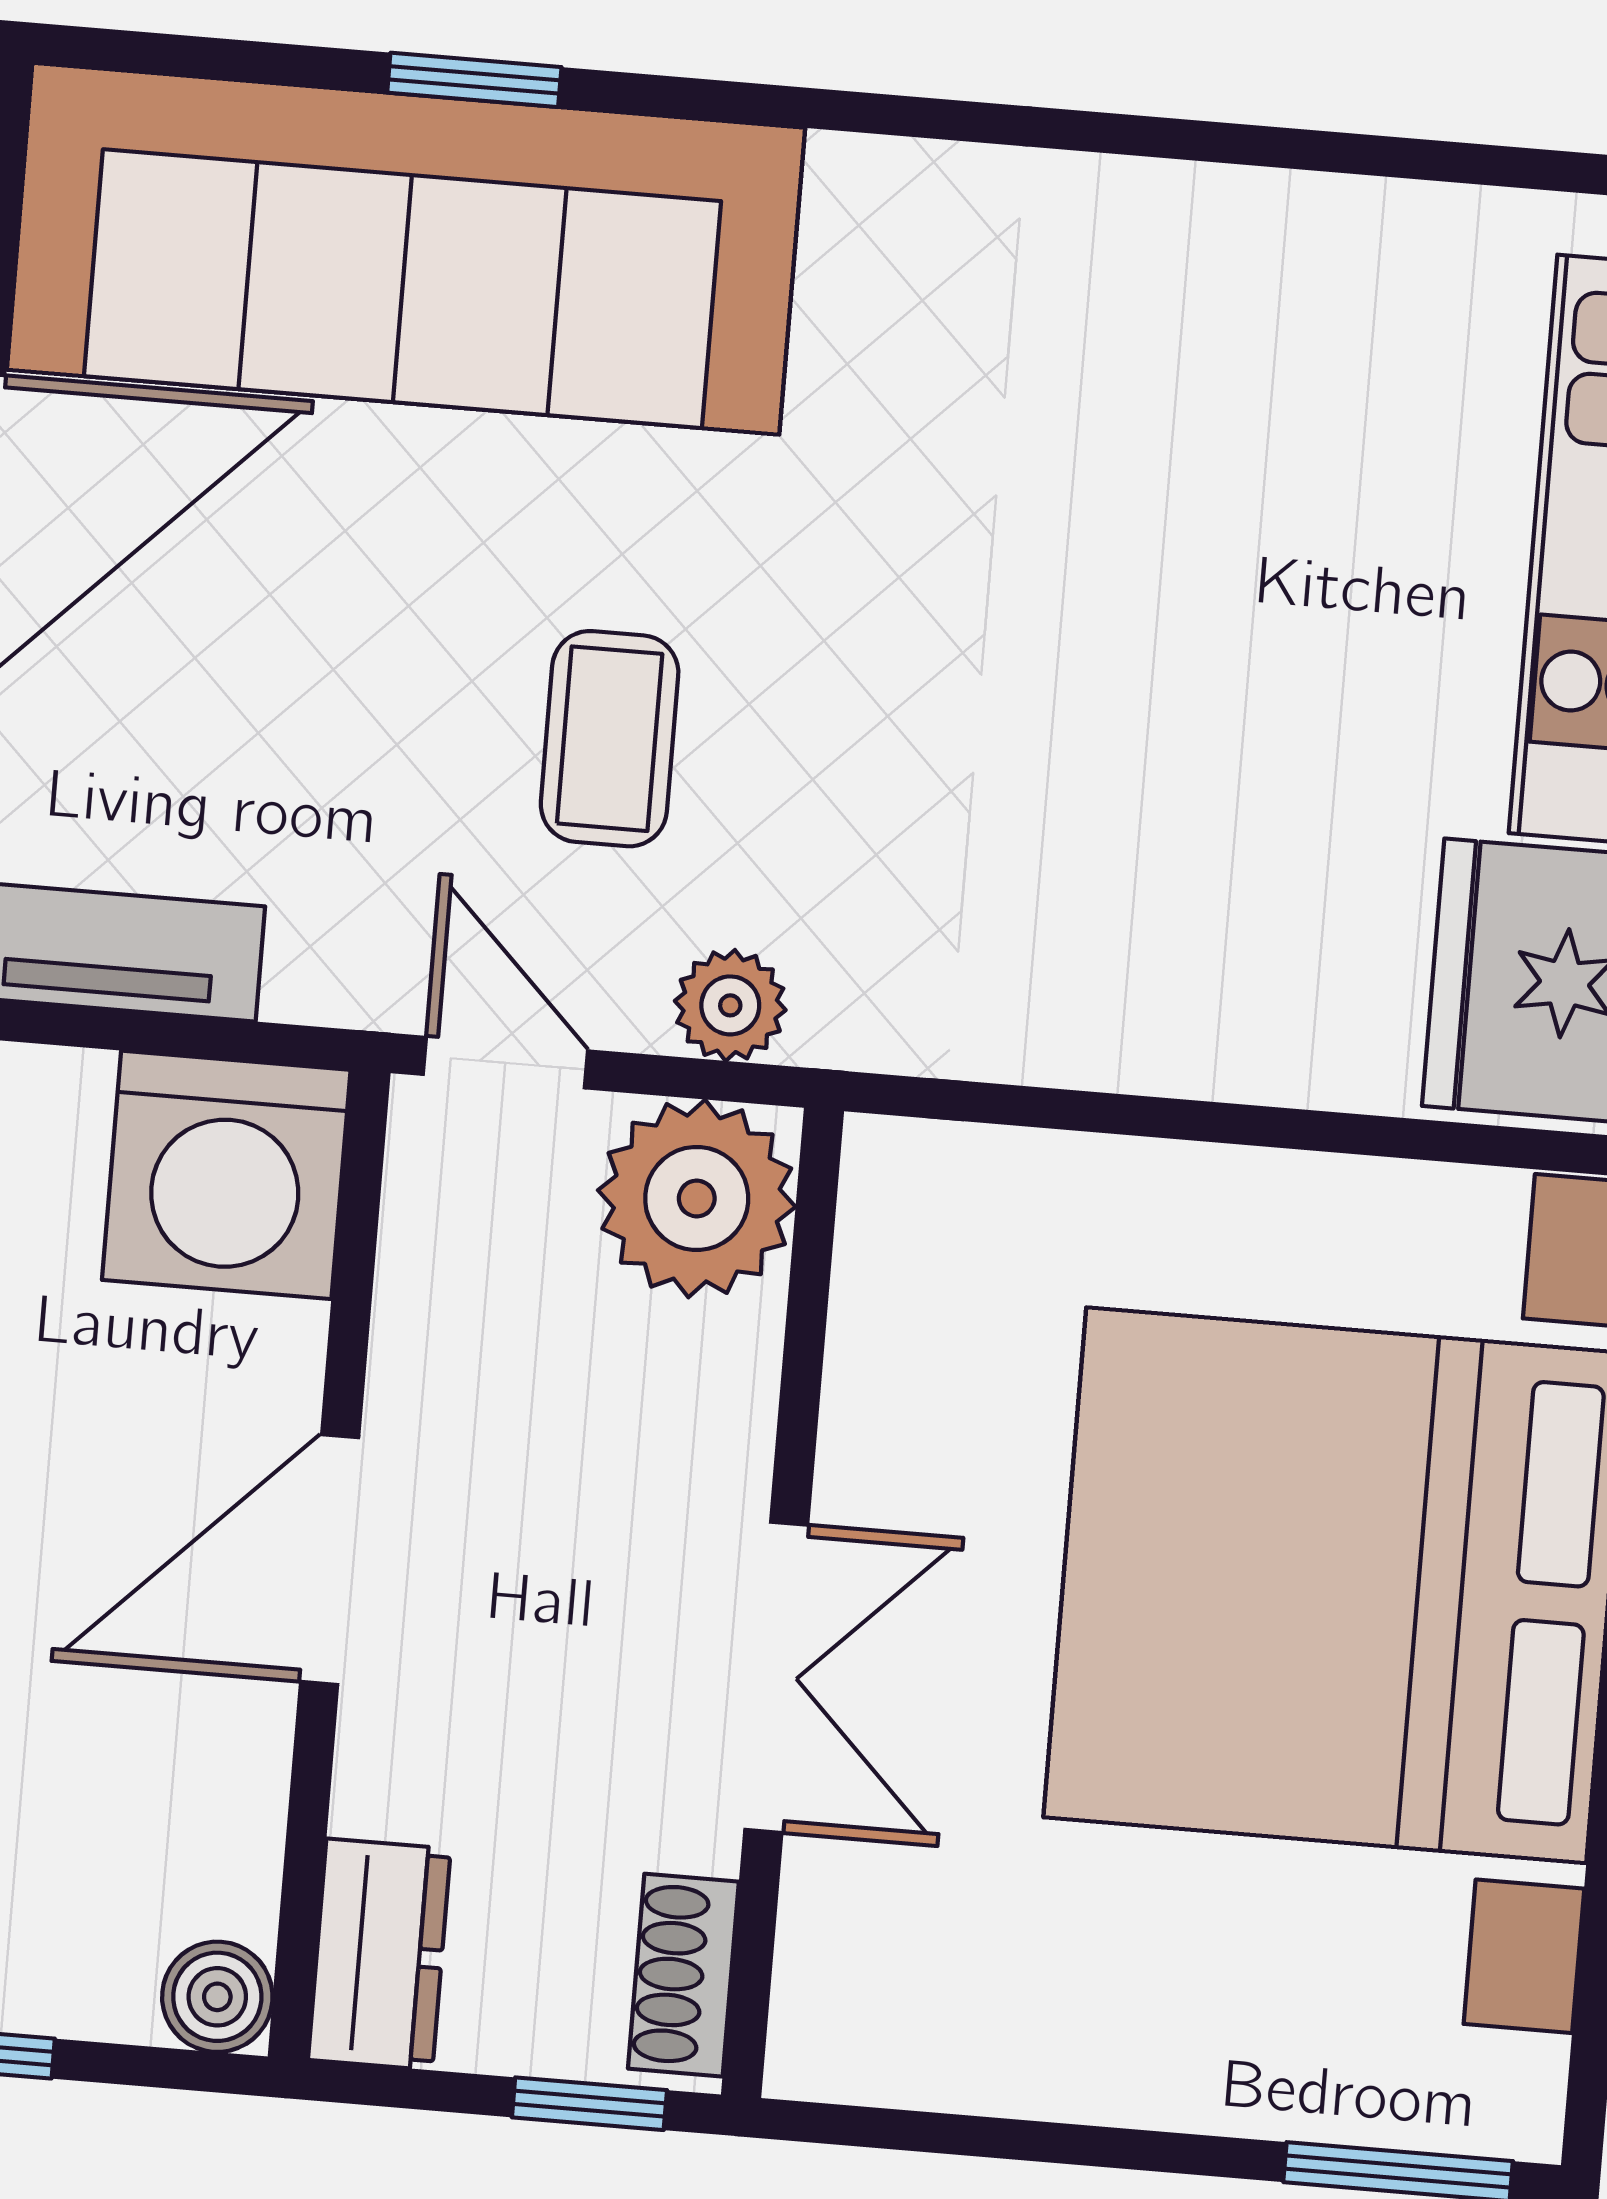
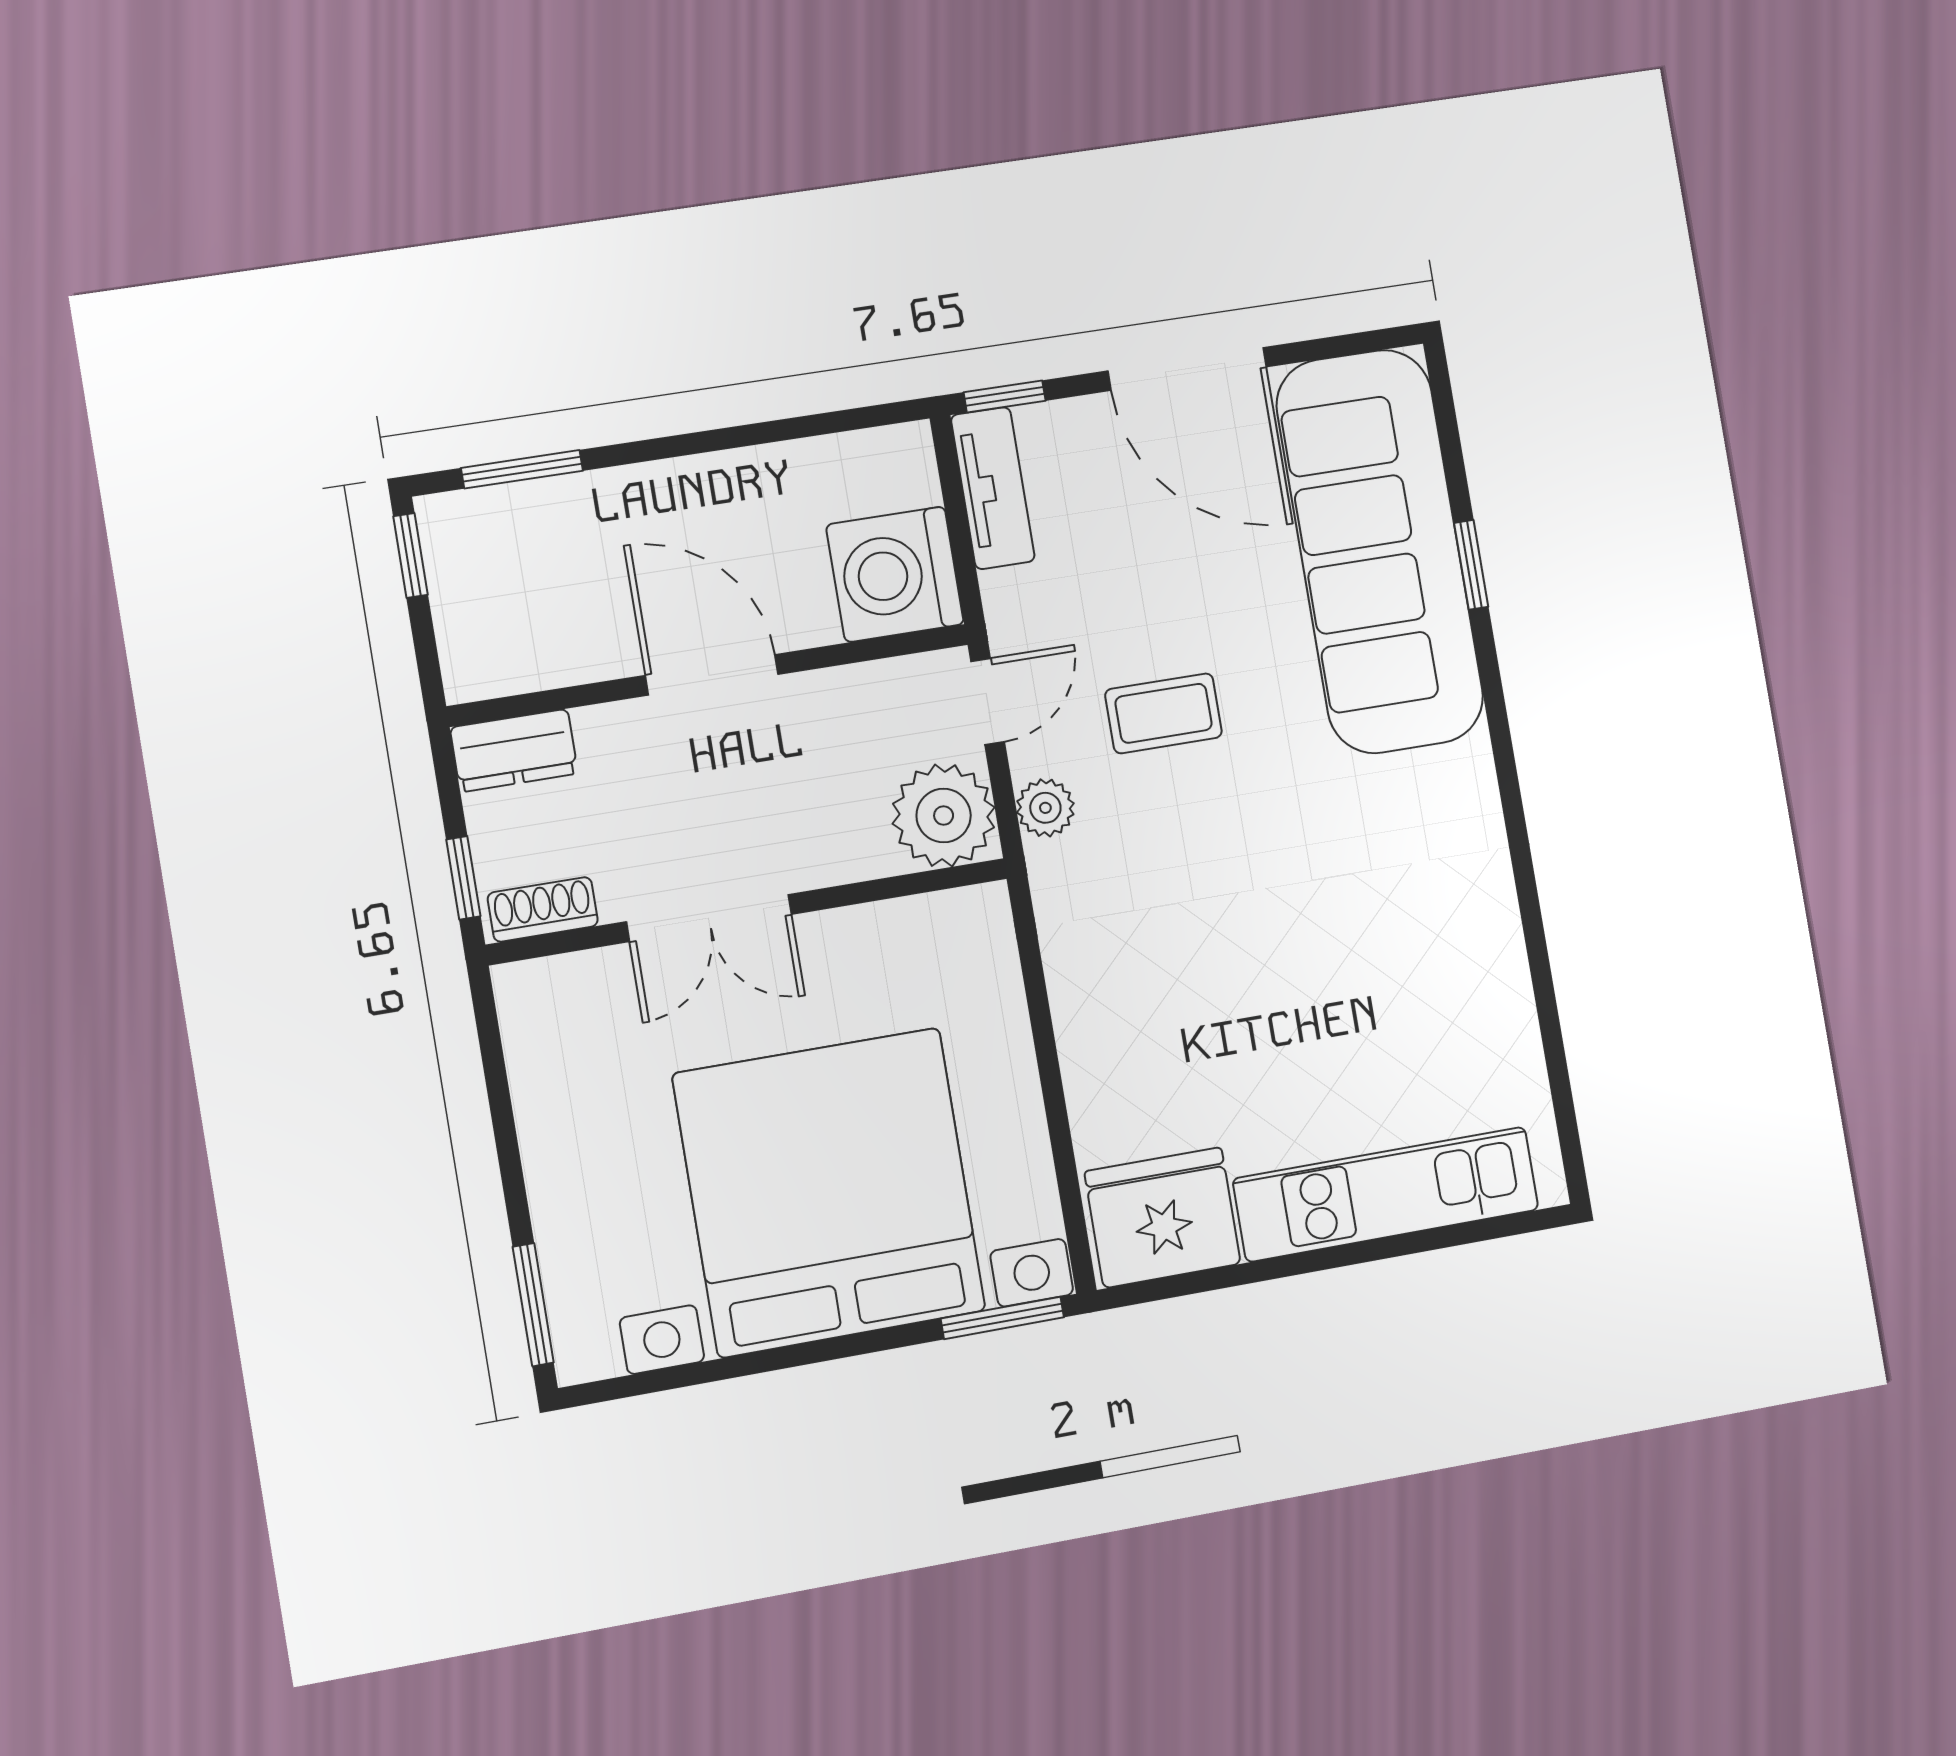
boiler: (217, 1997) -> (471, 673), removed

